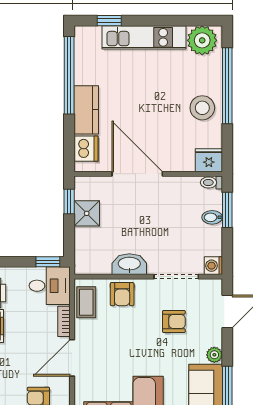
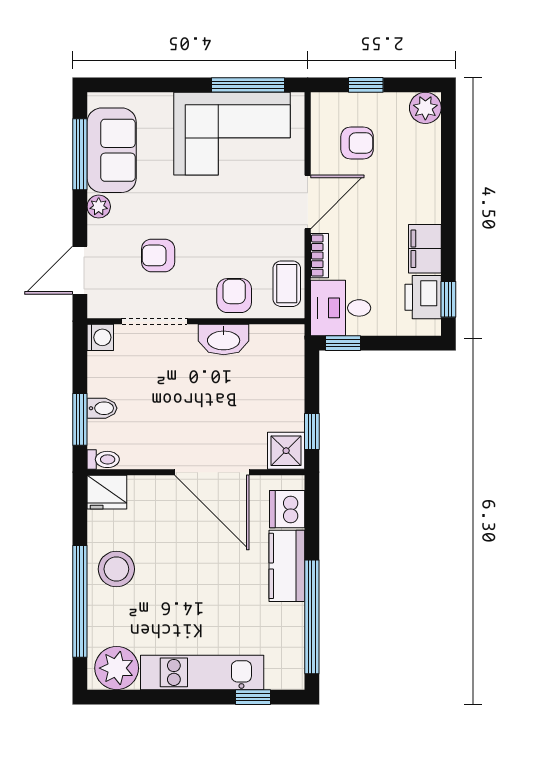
shower: (87, 213) -> (286, 451), moved

